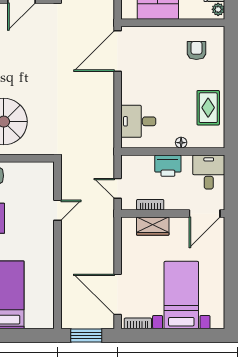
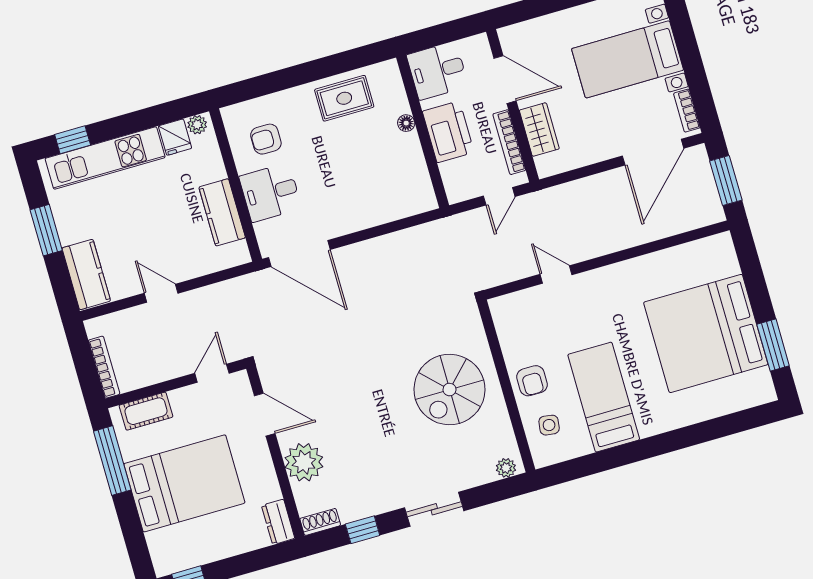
desk: (138, 121) -> (270, 192), moved, turned 90
printer: (168, 166) -> (448, 132), width x1.37, depth x1.19
bookcase: (150, 205) -> (509, 142), width x1.56
door: (205, 213) -> (505, 80), moved

